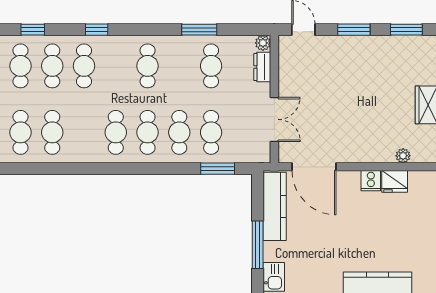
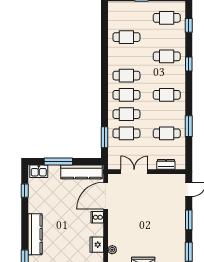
plant: (263, 43) -> (181, 165), removed
cafe table: (52, 66) -> (167, 37), removed
double door: (274, 119) -> (134, 172), swing flipped
cafe table: (20, 132) -> (126, 18), removed
cooker: (371, 181) -> (97, 217), moved

